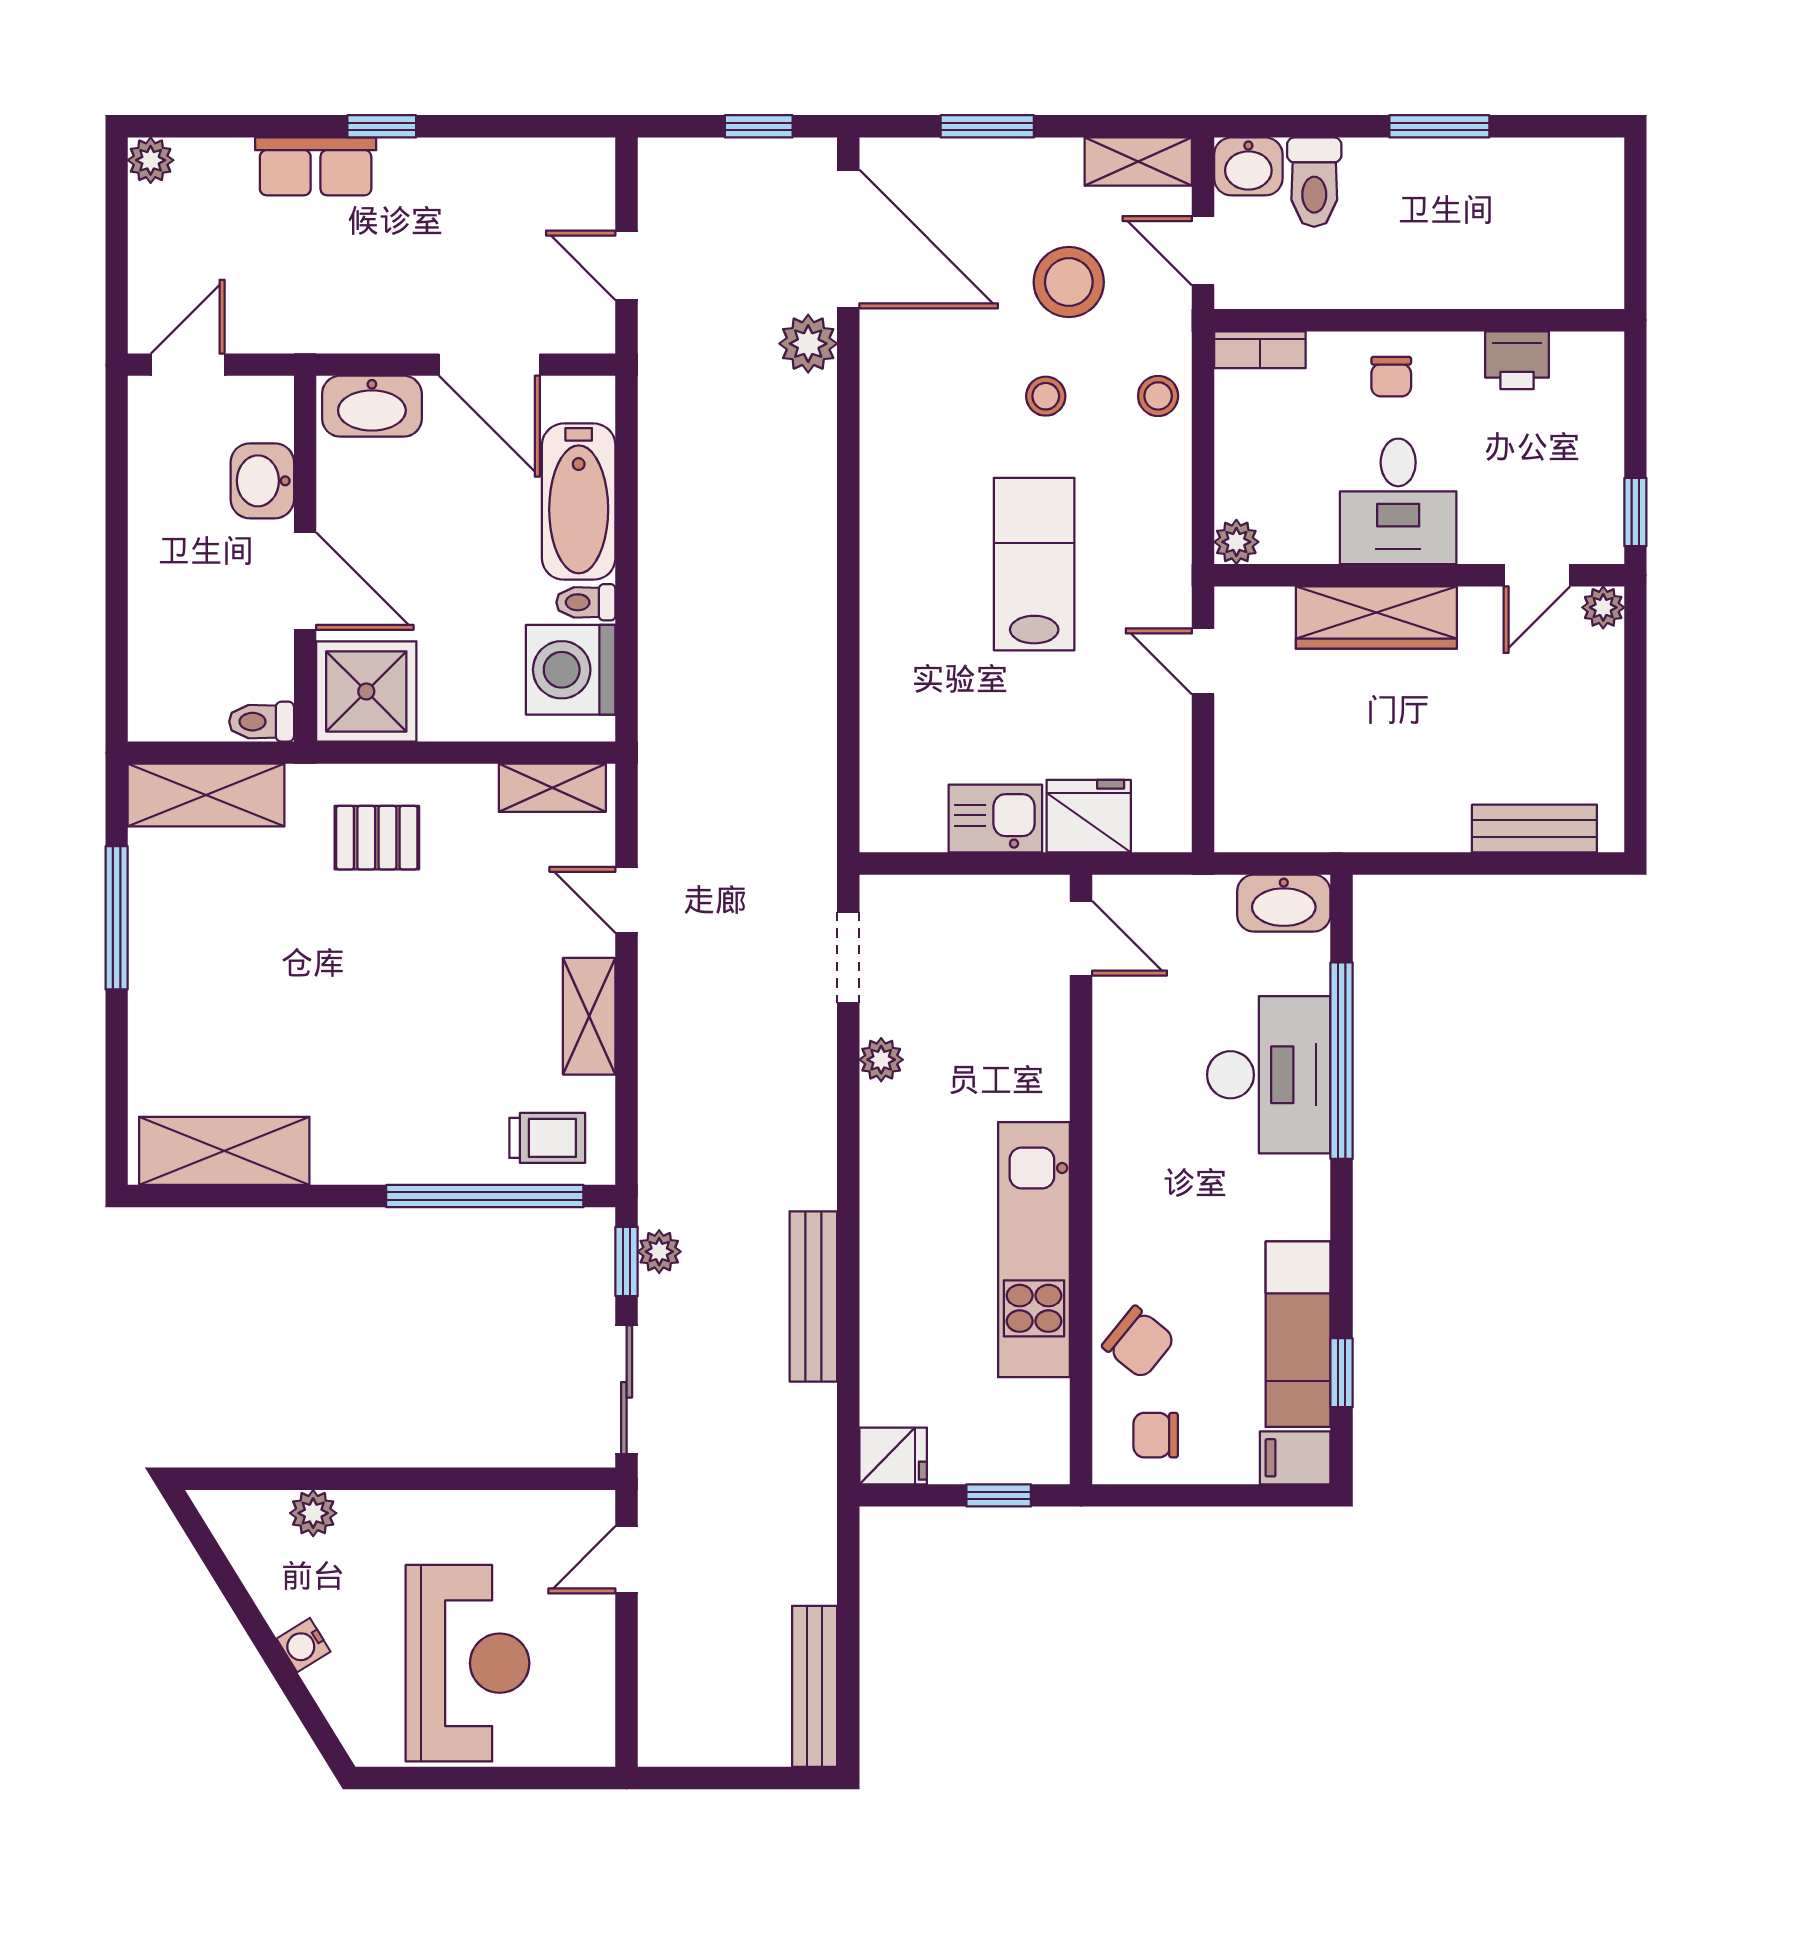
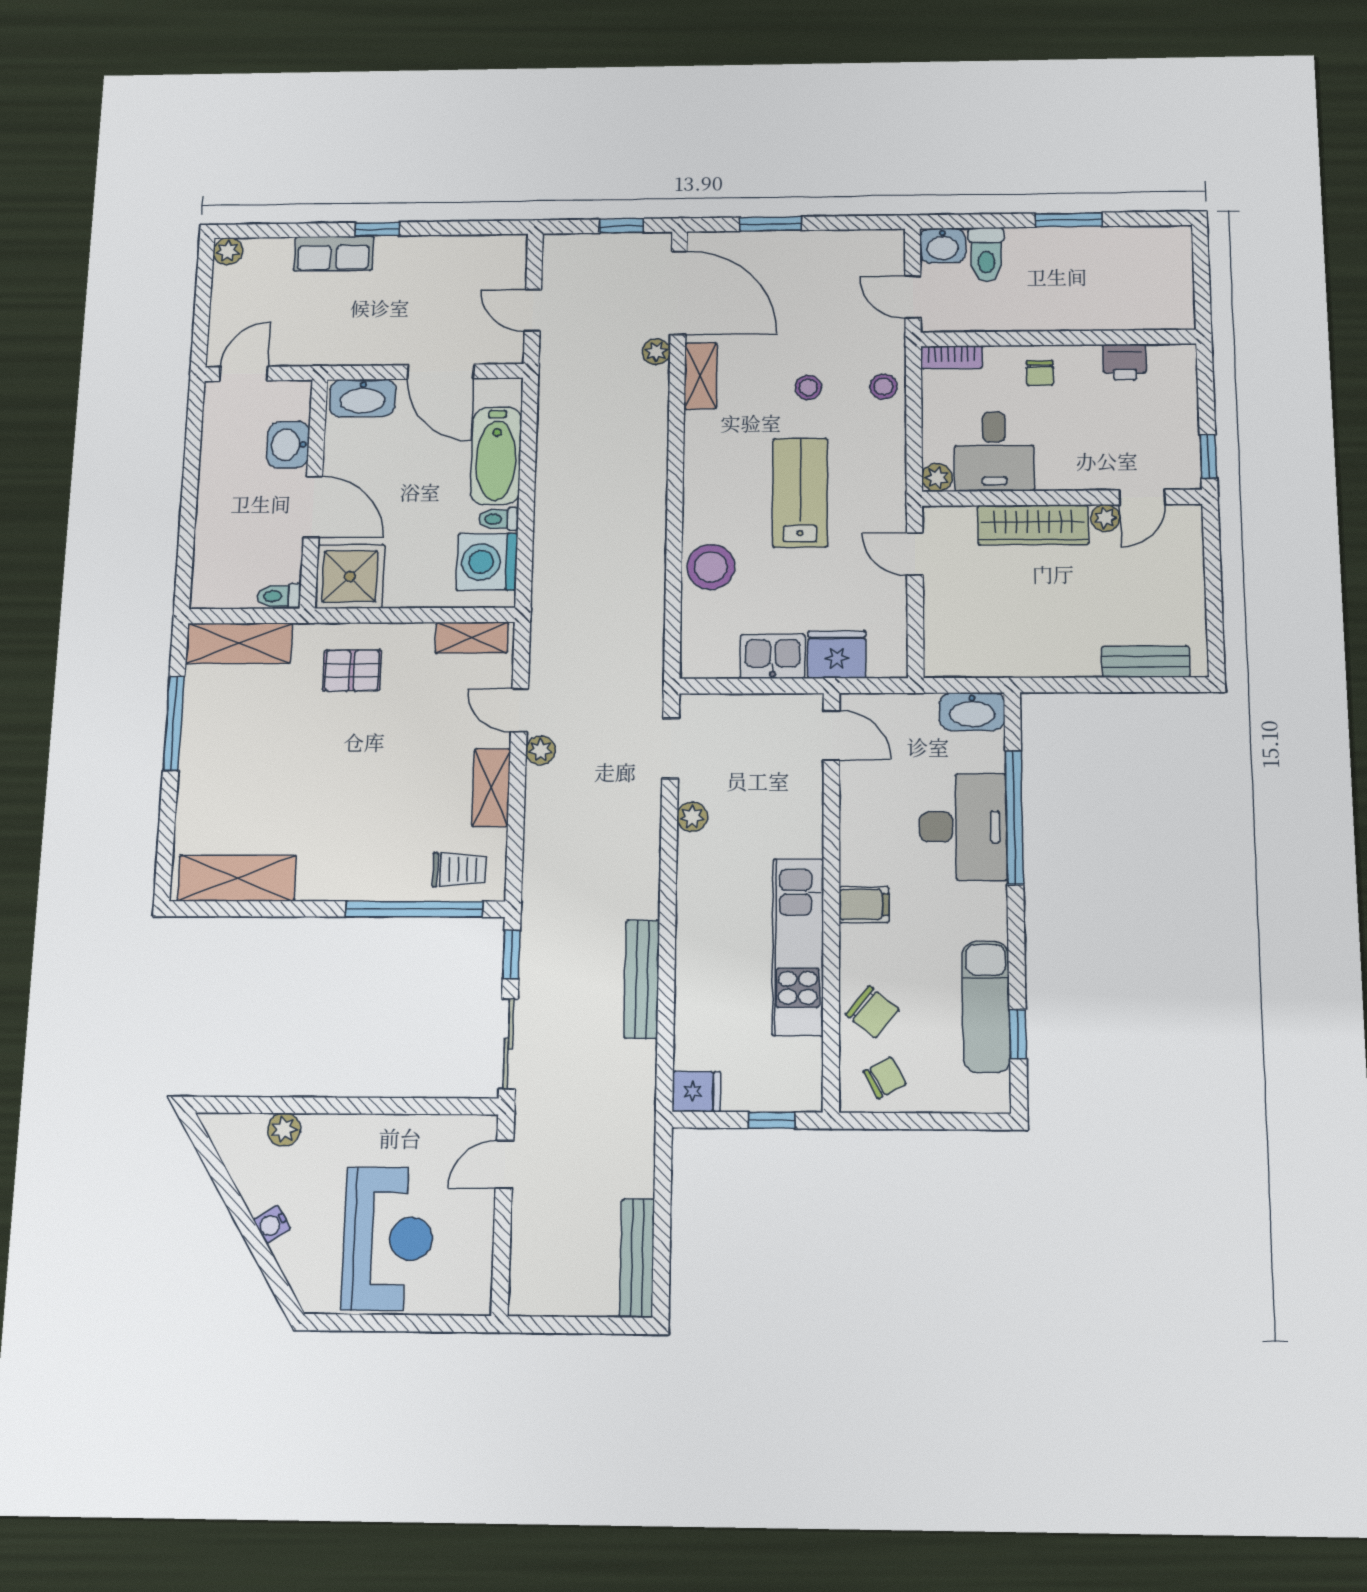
shelving: (1138, 162) -> (700, 376), moved, turned 90
stool: (1069, 282) -> (711, 567), moved
plant: (808, 344) -> (656, 352), width x0.73, depth x0.73
desk: (1398, 501) -> (994, 451), moved
plant: (1603, 607) -> (1105, 518), moved
plant: (659, 1252) -> (541, 750), moved
chair: (1156, 1435) -> (885, 1078), turned 151
filing cabinet: (1295, 1458) -> (864, 905), moved, turned 180

